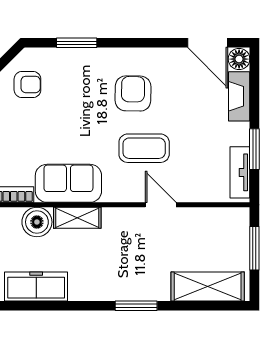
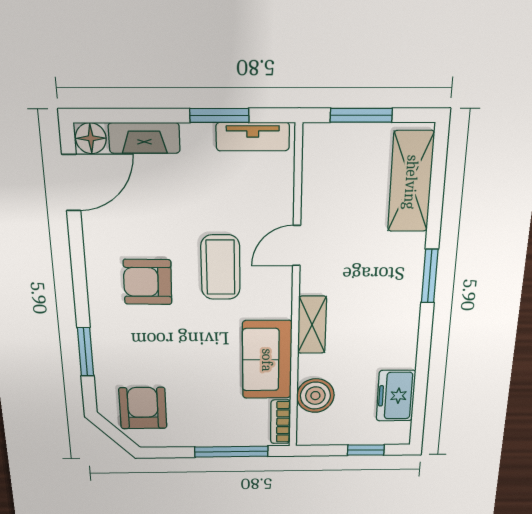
armchair: (27, 84) -> (143, 408), width x1.38, depth x1.38
shelving: (77, 218) -> (312, 325), moved
freezer: (36, 286) -> (396, 396), width x0.71

